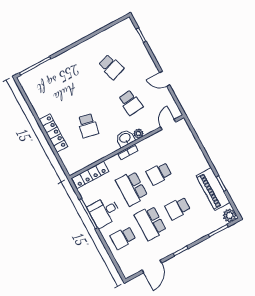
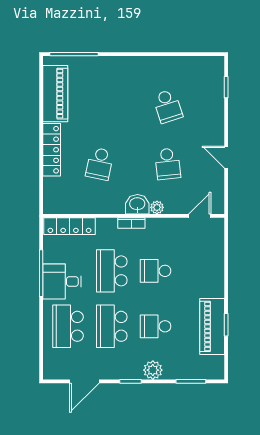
piano: (37, 97) -> (55, 94), added
plant: (230, 215) -> (153, 370), moved
school desk: (123, 238) -> (68, 326), width x1.85

